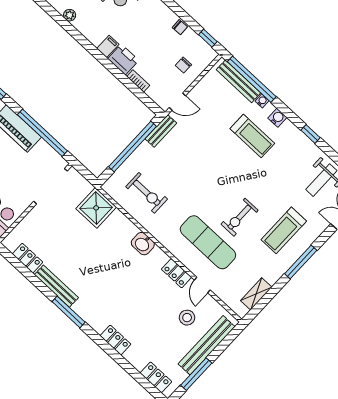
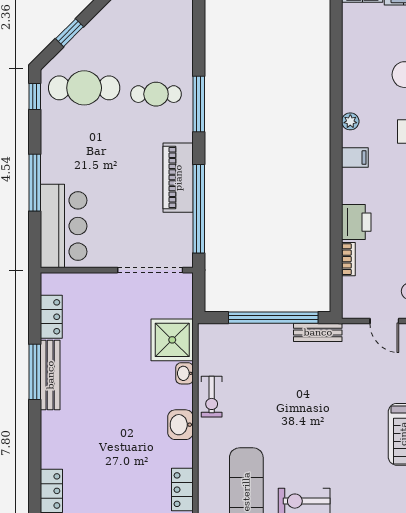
filing cabinet: (108, 46) -> (355, 158), moved
door: (177, 102) -> (384, 321), moved
exercise bike: (147, 193) -> (212, 397), moved, width x0.73, depth x0.72
washbasin: (119, 217) -> (185, 373), added
window: (69, 312) -> (35, 372), moved

